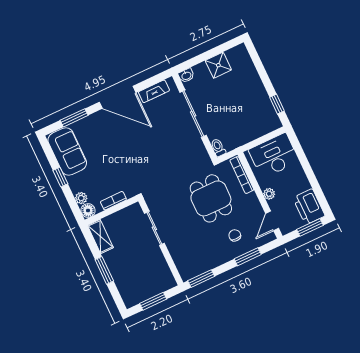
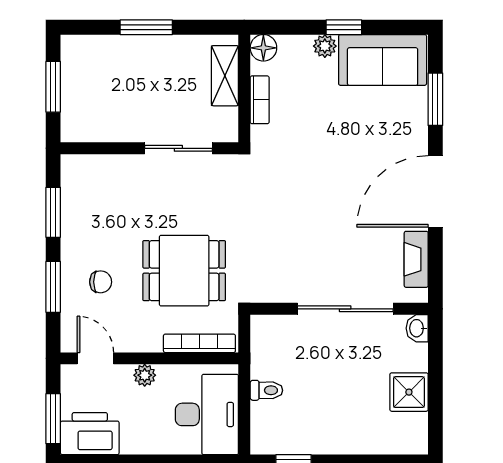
toilet: (218, 148) -> (266, 390), moved
plant: (81, 198) -> (325, 46), moved
shelving: (100, 236) -> (225, 76), moved, turned 90
window: (201, 279) -> (53, 212), moved

